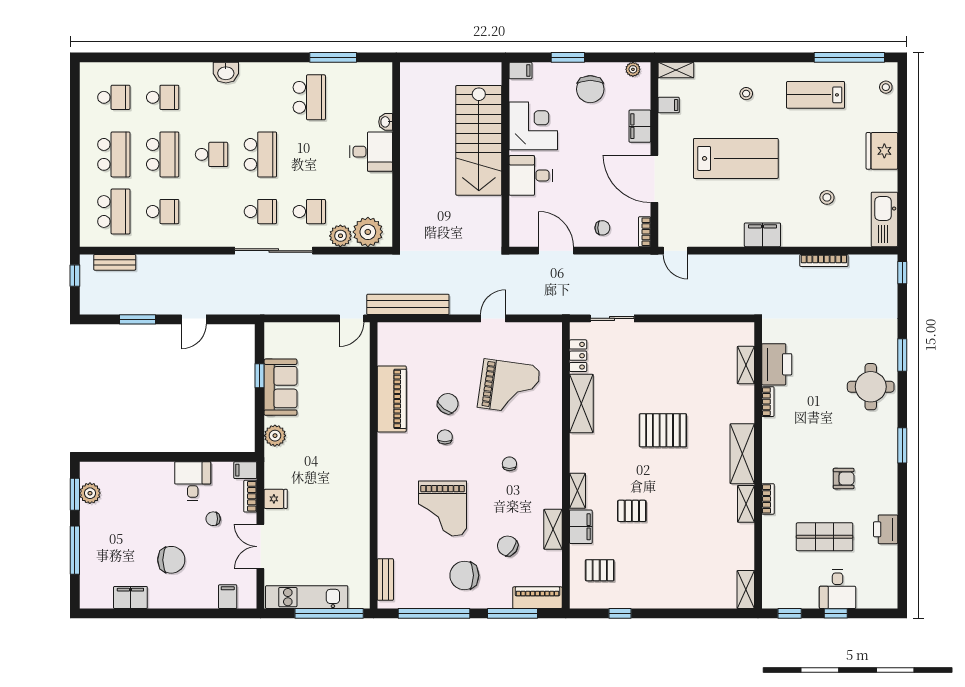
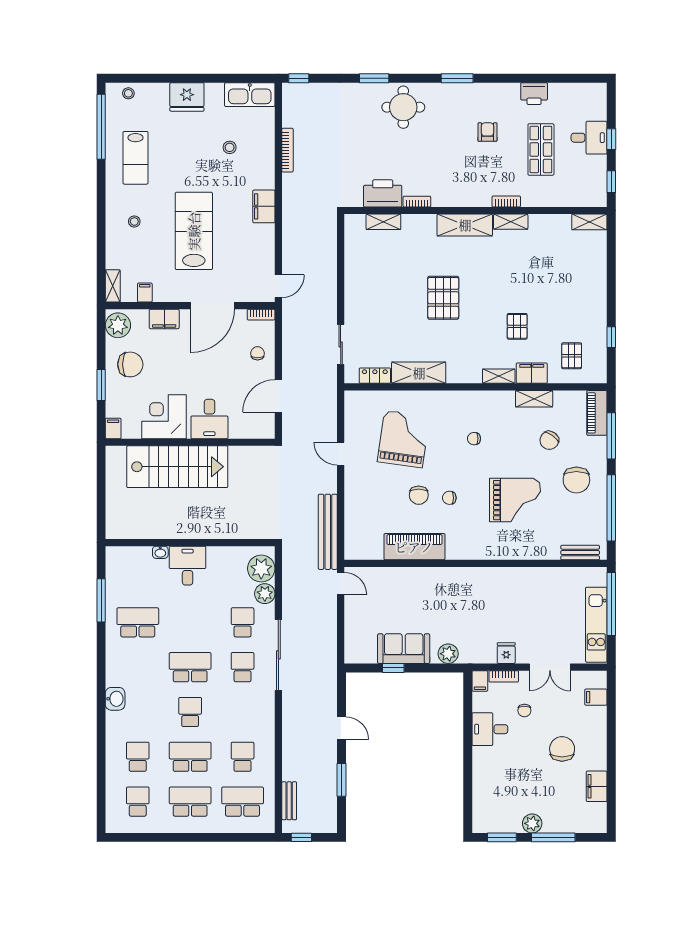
plant: (633, 69) -> (118, 325), width x1.87, depth x1.87
chair: (448, 404) -> (419, 495), turned -127
plant: (90, 493) -> (532, 823), moved

